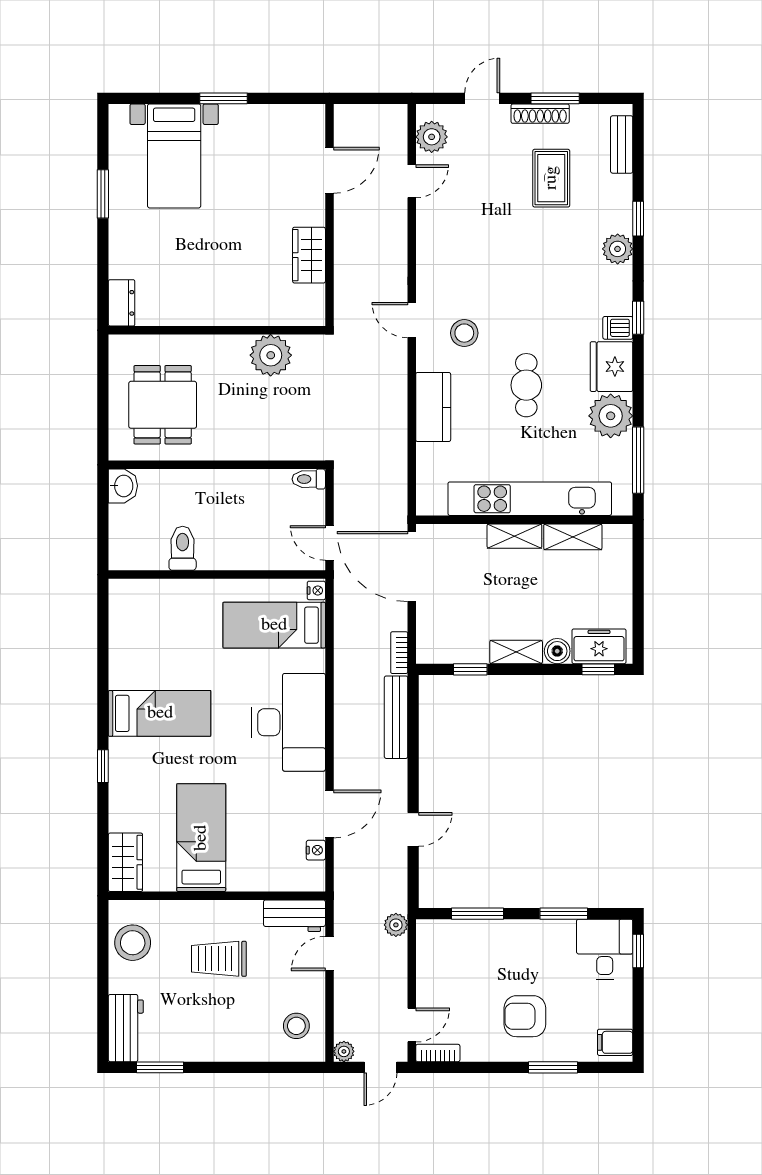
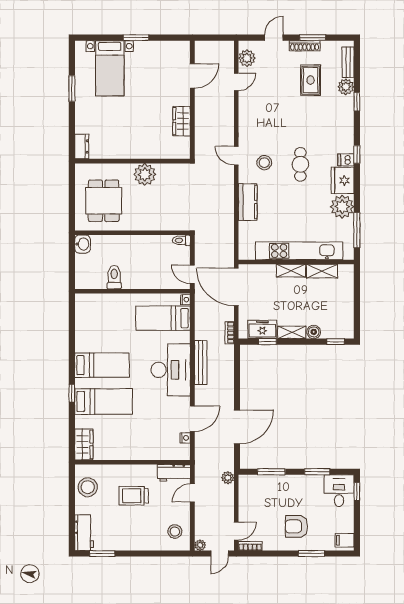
plant: (618, 249) -> (346, 87), moved
plant: (271, 355) -> (145, 174), moved
cafe table: (526, 385) -> (300, 164), moved
freezer: (599, 646) -> (262, 329), moved
bench: (396, 717) -> (201, 362), moved
door: (413, 829) -> (237, 427), width x1.88
bed: (201, 838) -> (104, 402), moved, turned 90

